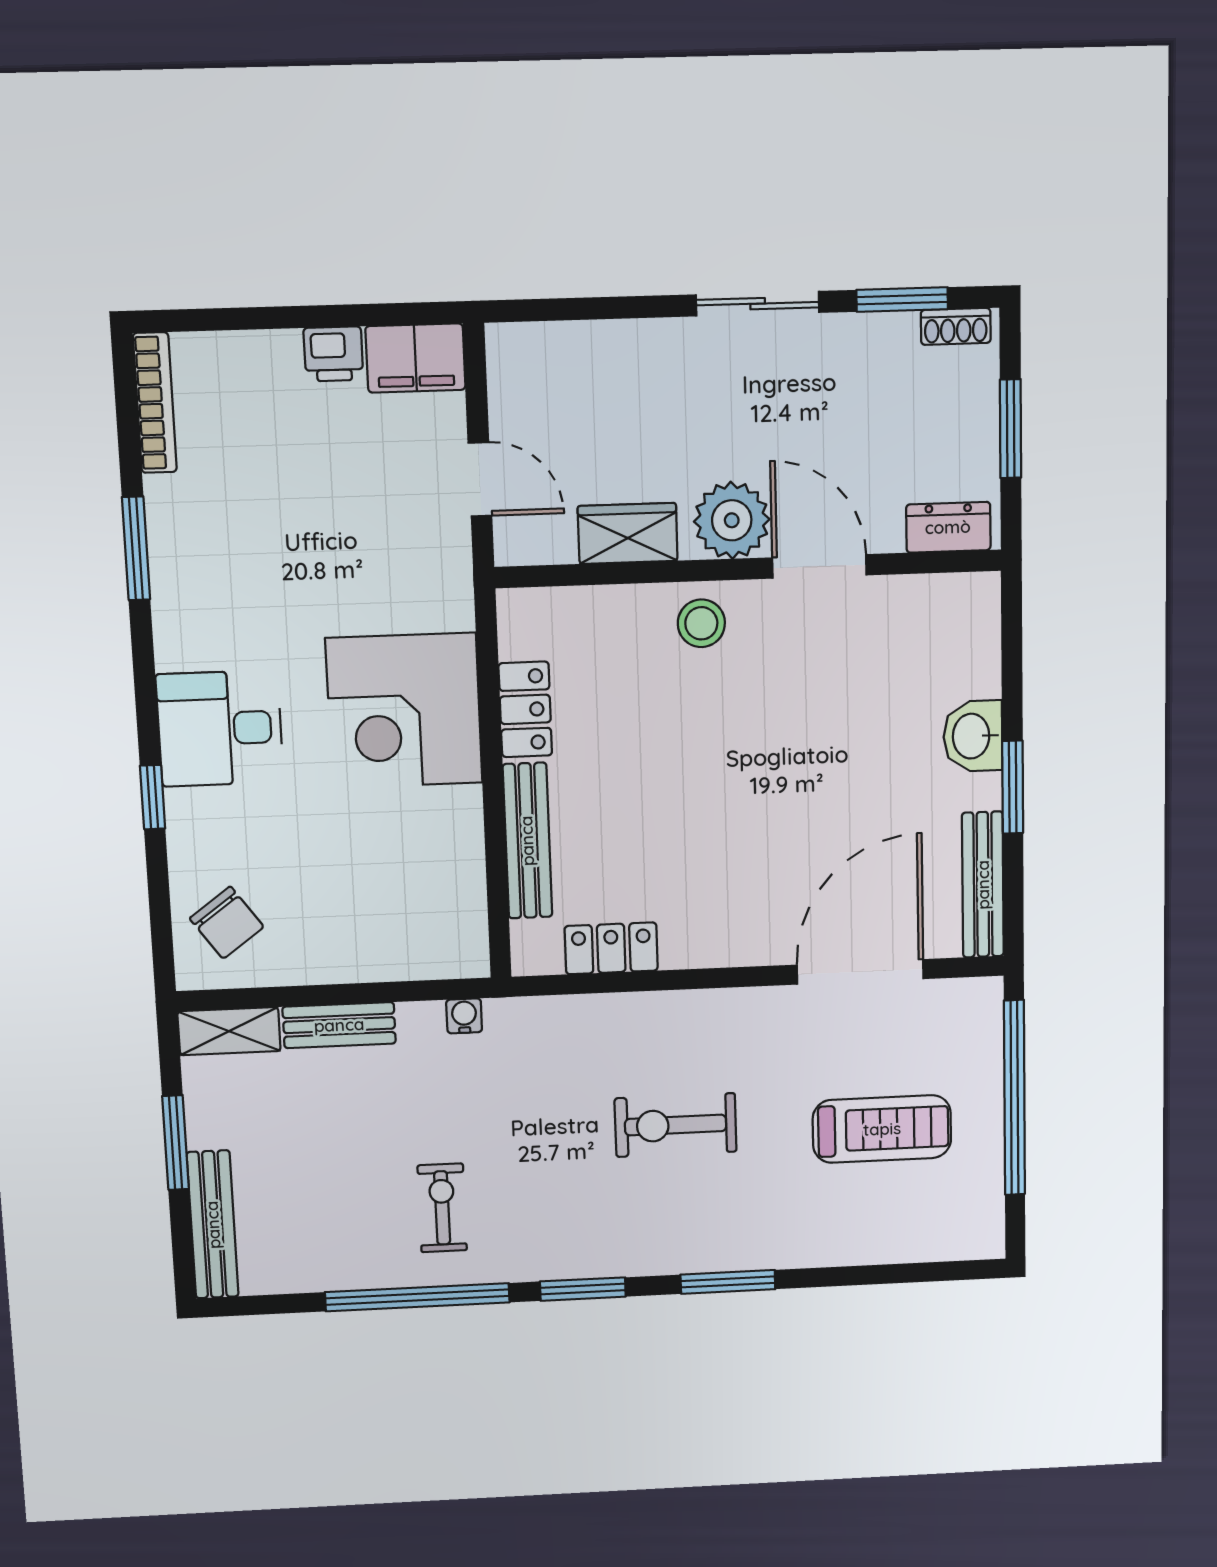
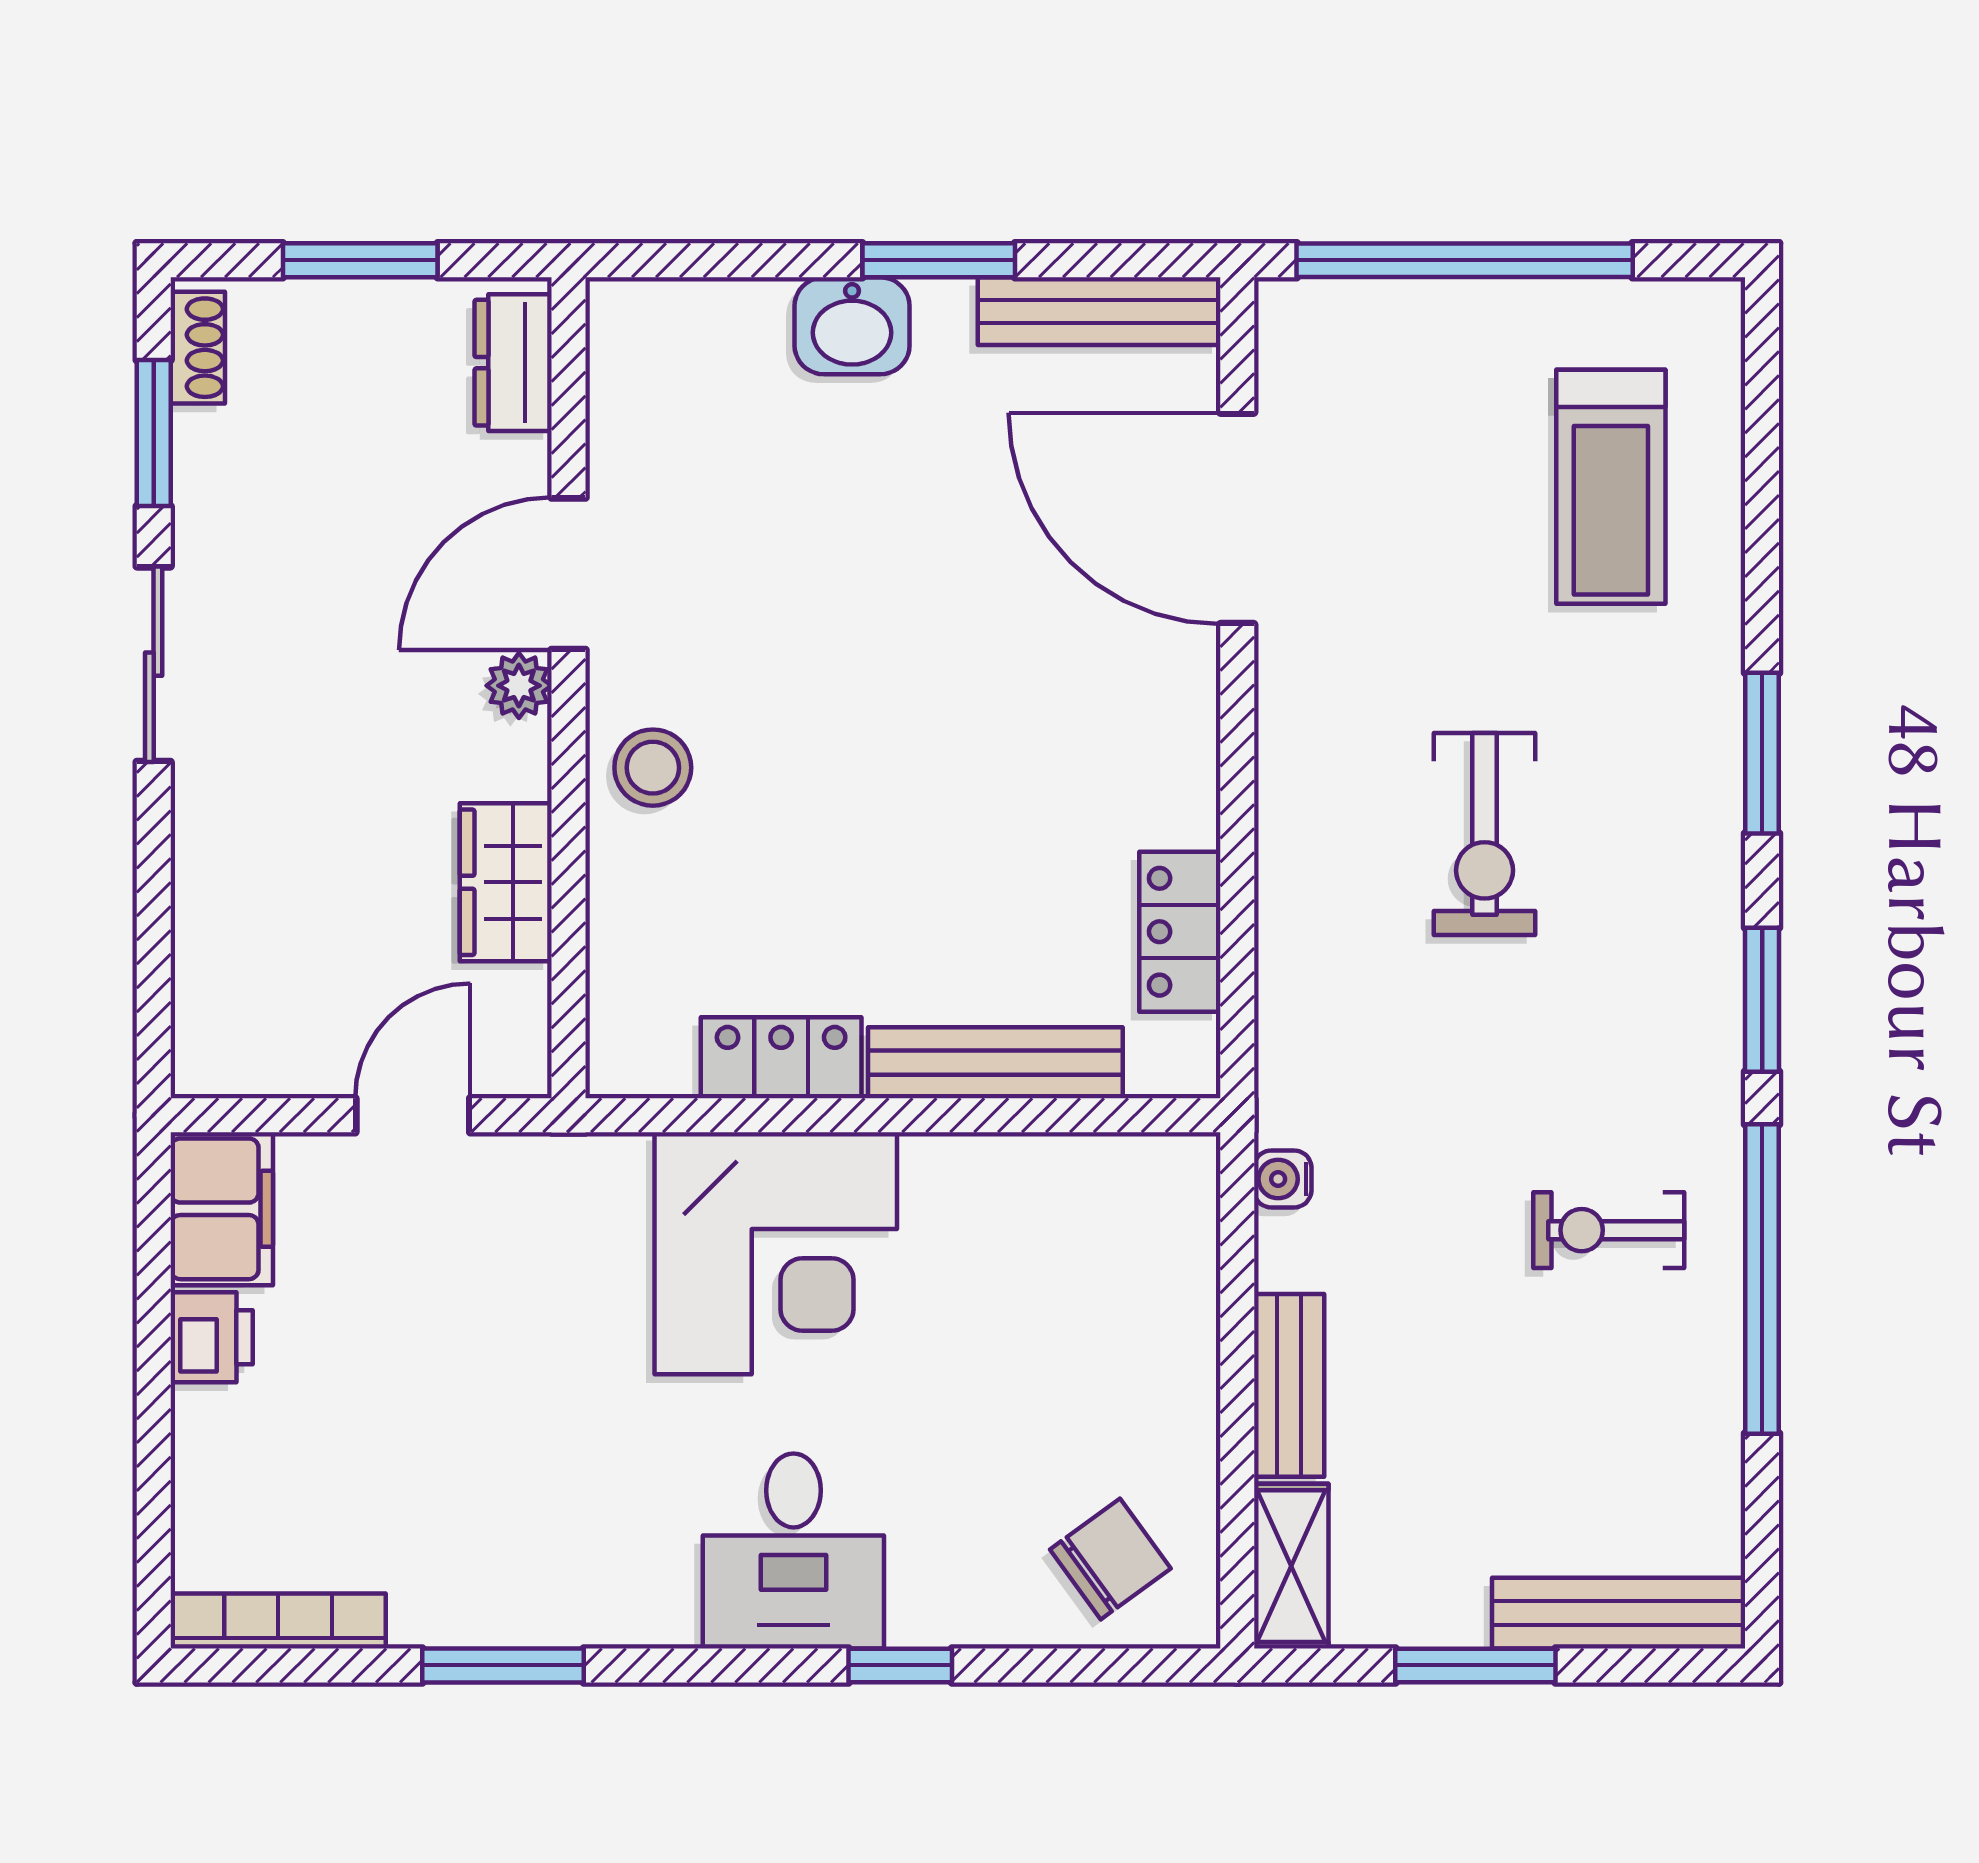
plant: (732, 520) -> (519, 686), width x0.53, depth x0.53
treadmill: (882, 1129) -> (1611, 487), moved, turned 180

